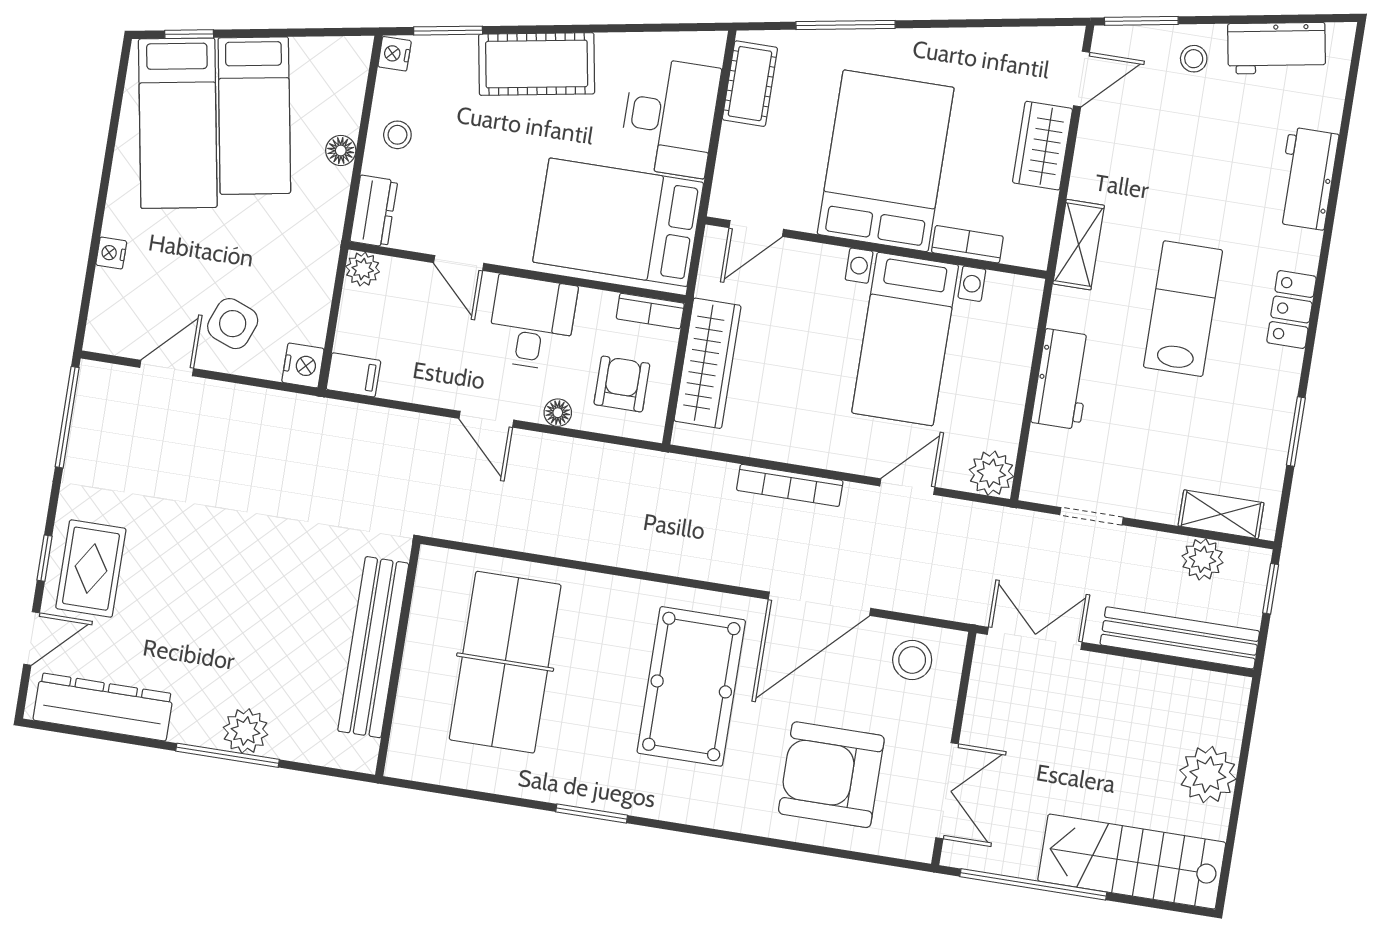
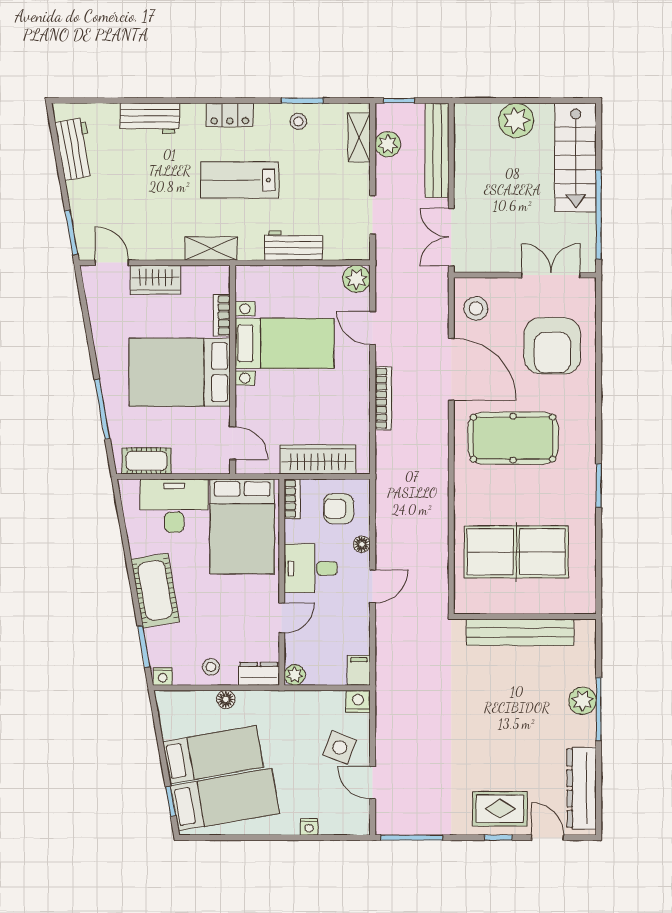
stool: (1194, 59) -> (298, 121), moved

